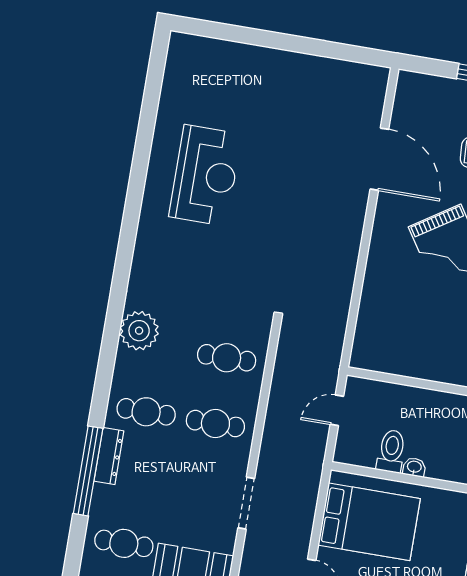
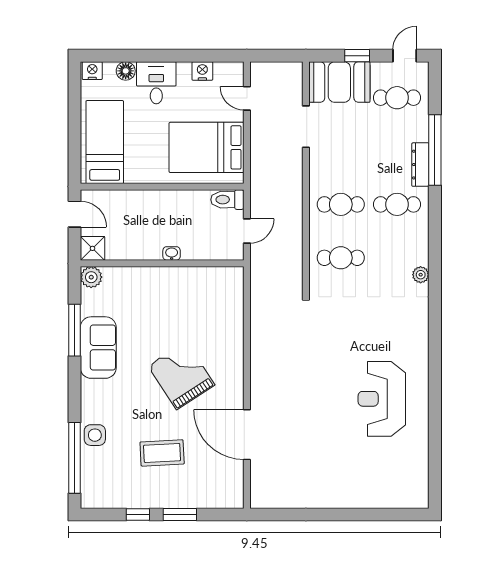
plant: (139, 331) -> (421, 275), width x0.53, depth x0.53
toilet: (391, 451) -> (227, 200), moved, turned 90
washbasin: (414, 467) -> (172, 253), moved, turned 180
doorway: (246, 503) -> (306, 127), moved

